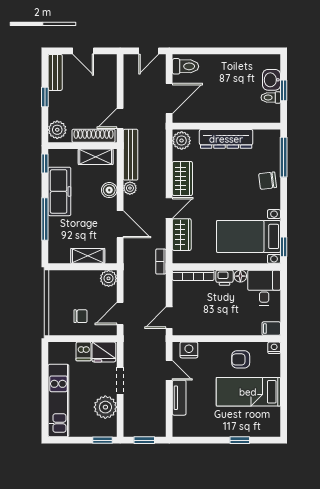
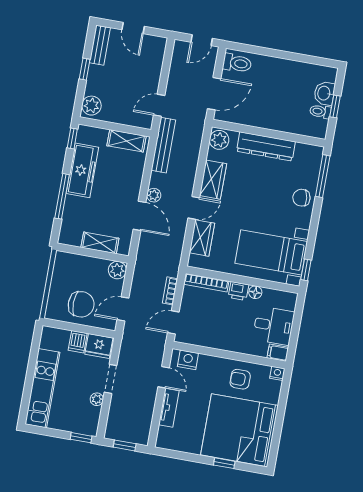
shoe rack: (93, 136) -> (128, 119), removed
plant: (130, 188) -> (154, 195), moved
boiler: (109, 190) -> (134, 178), removed
bookcase: (161, 262) -> (170, 291), moved
desk: (264, 288) -> (274, 326), moved, turned 90
chair: (81, 316) -> (81, 304), width x1.87, depth x1.87
bed: (248, 392) -> (239, 430), width x2.04
plant: (105, 407) -> (97, 399), width x0.53, depth x0.53

